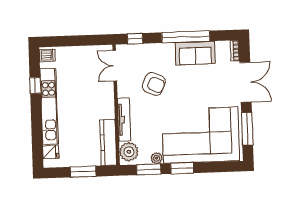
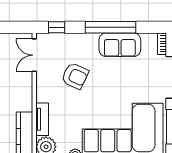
tv unit: (124, 120) -> (42, 119), width x0.71

